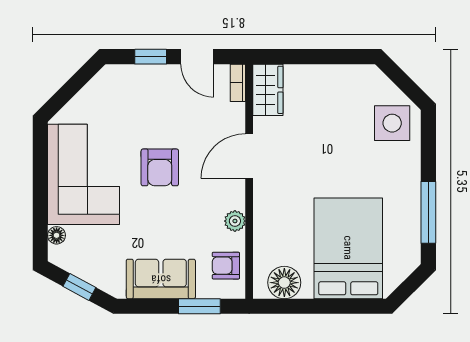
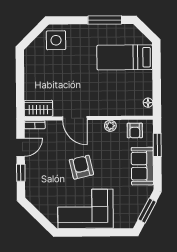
armchair: (160, 167) -> (81, 167), turned -103
floor lamp: (57, 235) -> (119, 223), removed
bed: (348, 248) -> (125, 57), width x0.67
floor lamp: (284, 283) -> (148, 103), width x0.53, depth x0.53
window: (79, 287) -> (147, 211), width x1.50

